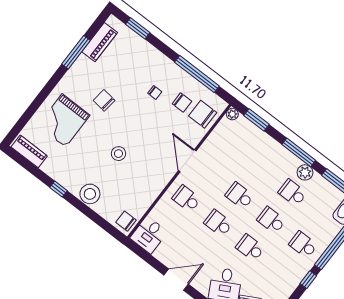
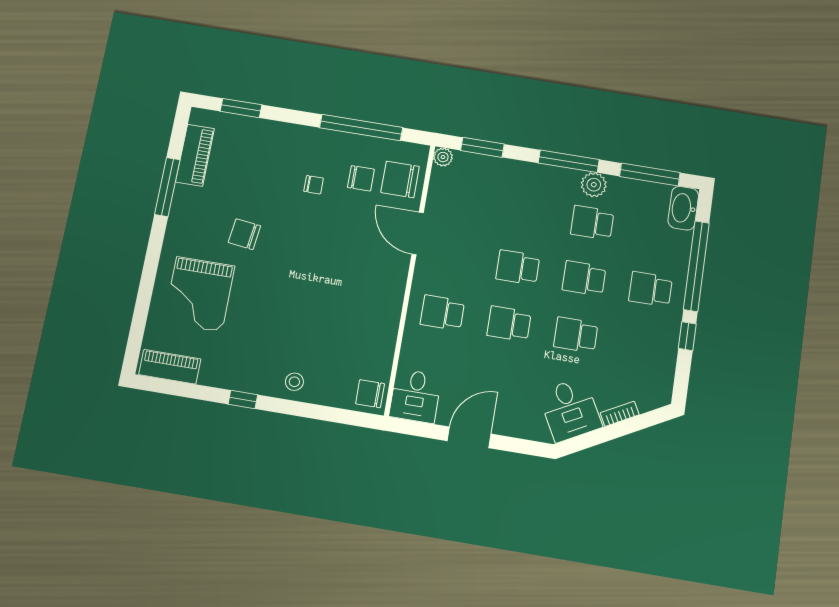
stool: (118, 154) -> (306, 300), removed
door: (187, 161) -> (418, 233), moved
stool: (90, 194) -> (294, 382), width x0.53, depth x0.53
door: (176, 280) -> (469, 437), moved

